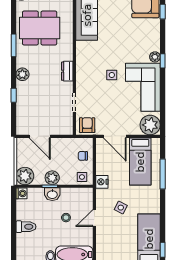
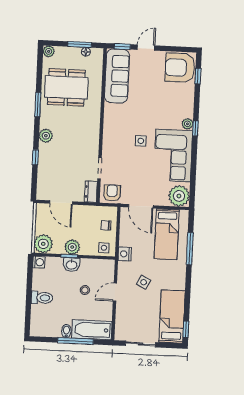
dresser: (67, 71) -> (91, 192), moved

